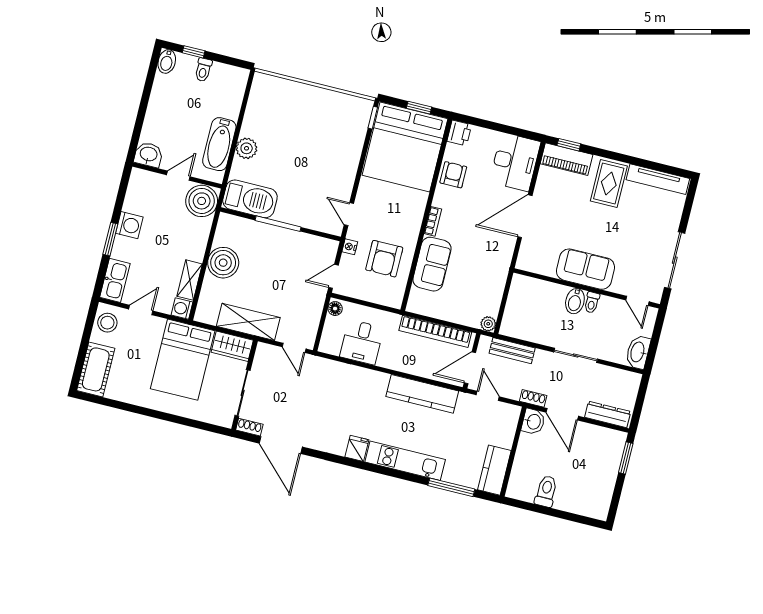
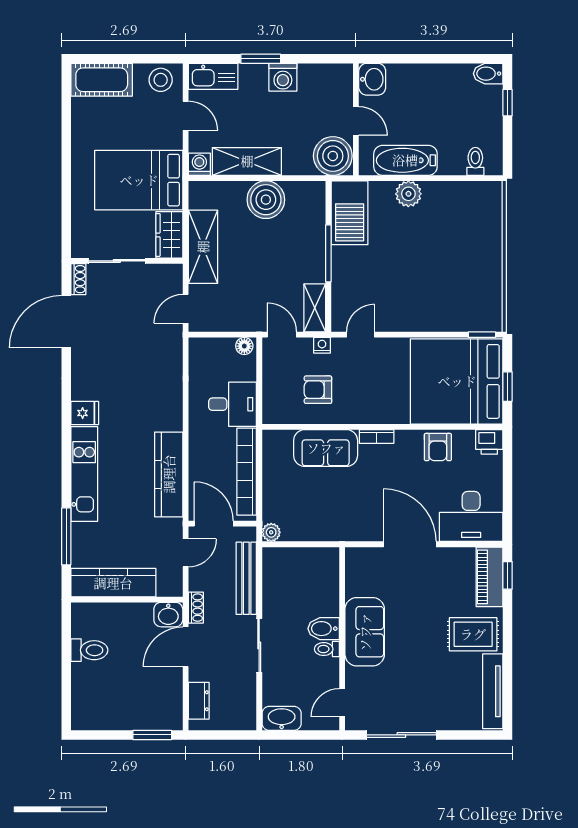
toilet: (203, 70) -> (475, 161), moved, turned 90
armchair: (453, 175) -> (438, 447), turned 90
shelving: (319, 245) -> (315, 308), added
armchair: (384, 259) -> (318, 390), width x0.72, depth x0.72
shelving: (190, 280) -> (247, 161), width x1.50, depth x1.33
desk: (362, 342) -> (233, 404), moved, turned 180
bench: (512, 351) -> (246, 578), width x1.36
dresser: (608, 414) -> (199, 701), width x0.70
kitchen counter: (494, 470) -> (113, 583), width x1.50

